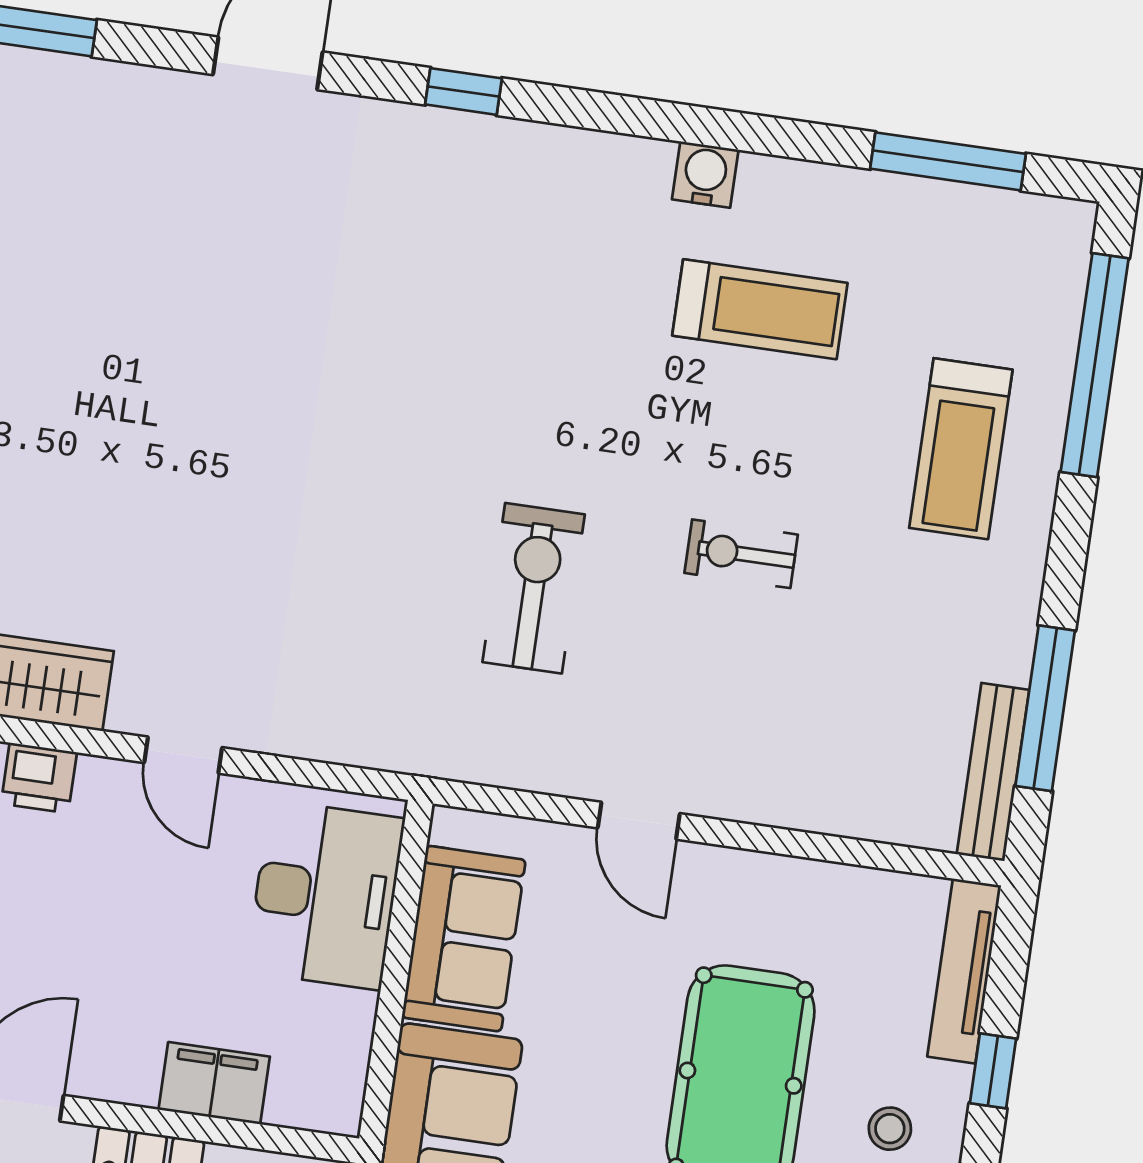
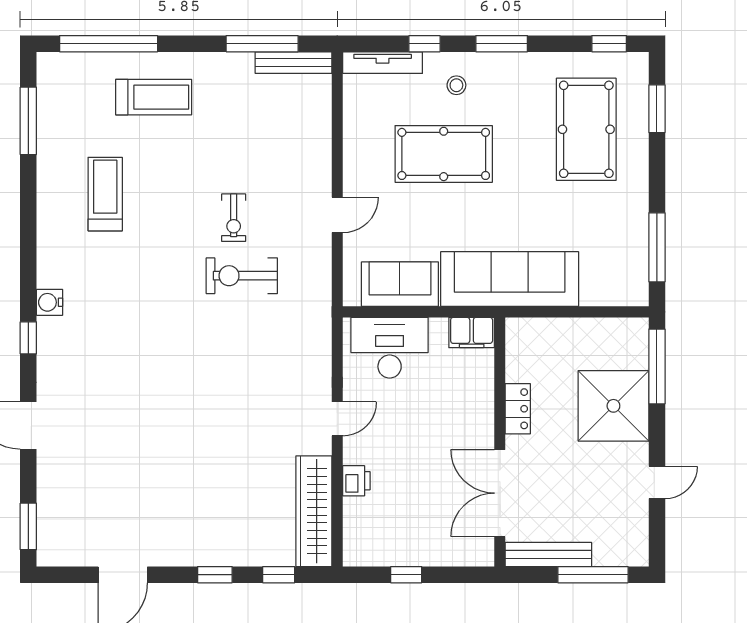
water cooler: (705, 175) -> (50, 302), moved
exercise bike: (741, 554) -> (234, 218), moved
filing cabinet: (214, 1083) -> (472, 332), moved, turned -90

